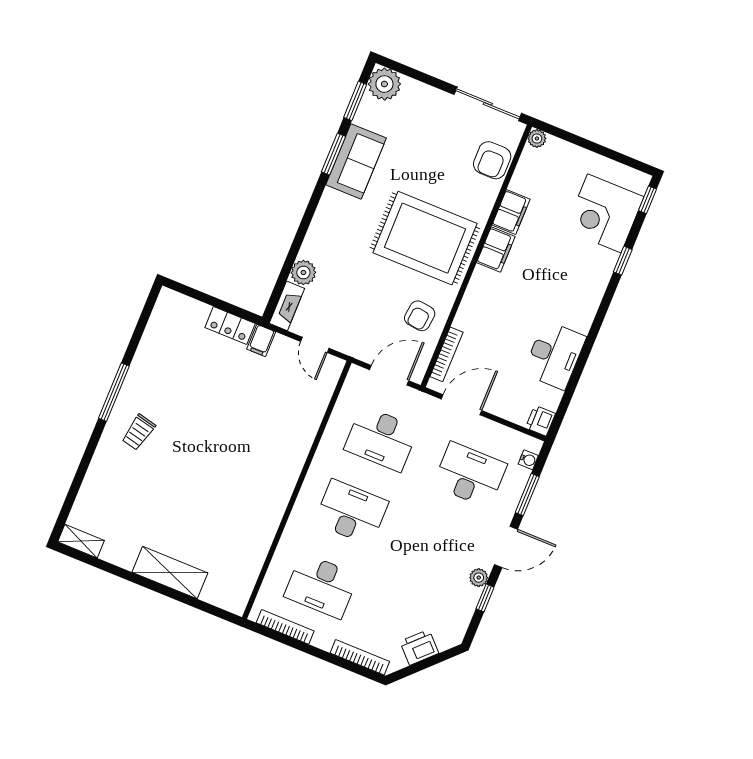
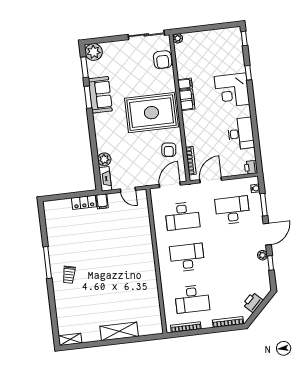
filing cabinet: (511, 212) -> (185, 84), width x0.50
corner desk: (604, 213) -> (232, 90), moved

